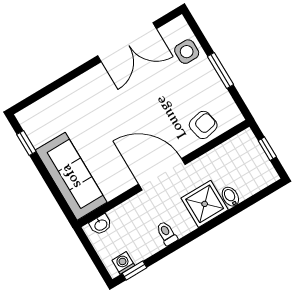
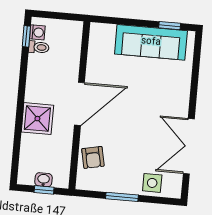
sofa: (71, 176) -> (151, 42), moved
bidet: (230, 197) -> (29, 140), removed
washbasin: (101, 225) -> (44, 180), moved, turned 90
toilet: (167, 233) -> (39, 47), moved

